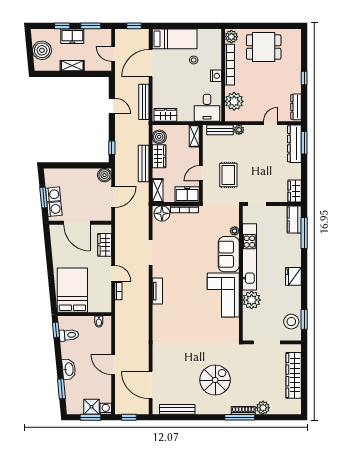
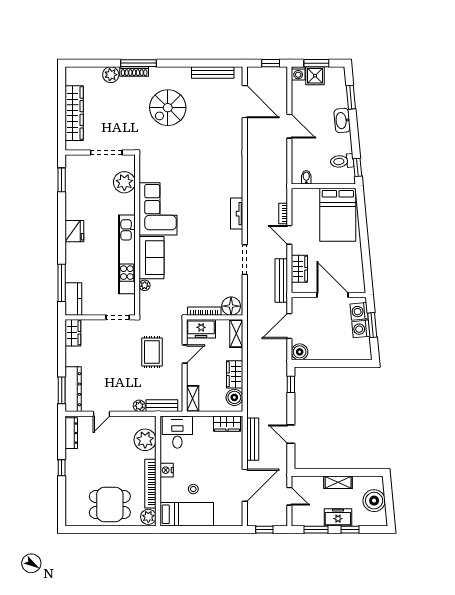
bed: (175, 39) -> (187, 514), moved, turned 180
bench: (144, 163) -> (281, 281), moved
plant: (252, 300) -> (124, 182), moved
stool: (291, 322) -> (77, 177), removed

